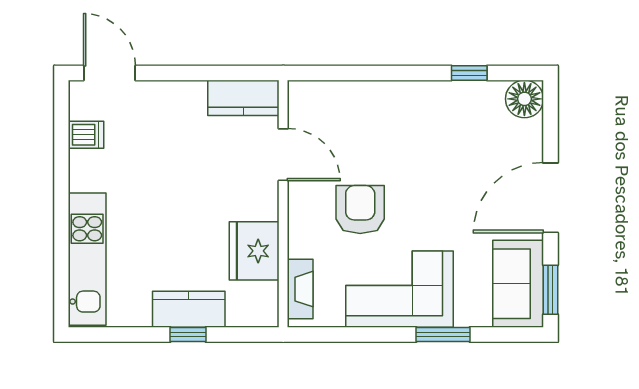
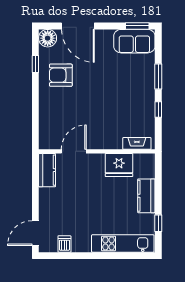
door: (550, 198) -> (78, 26), moved
armchair: (360, 210) -> (61, 75), moved
corner sofa: (400, 289) -> (137, 97), removed
window: (188, 335) -> (158, 223), moved
window: (372, 335) -> (158, 110), added

